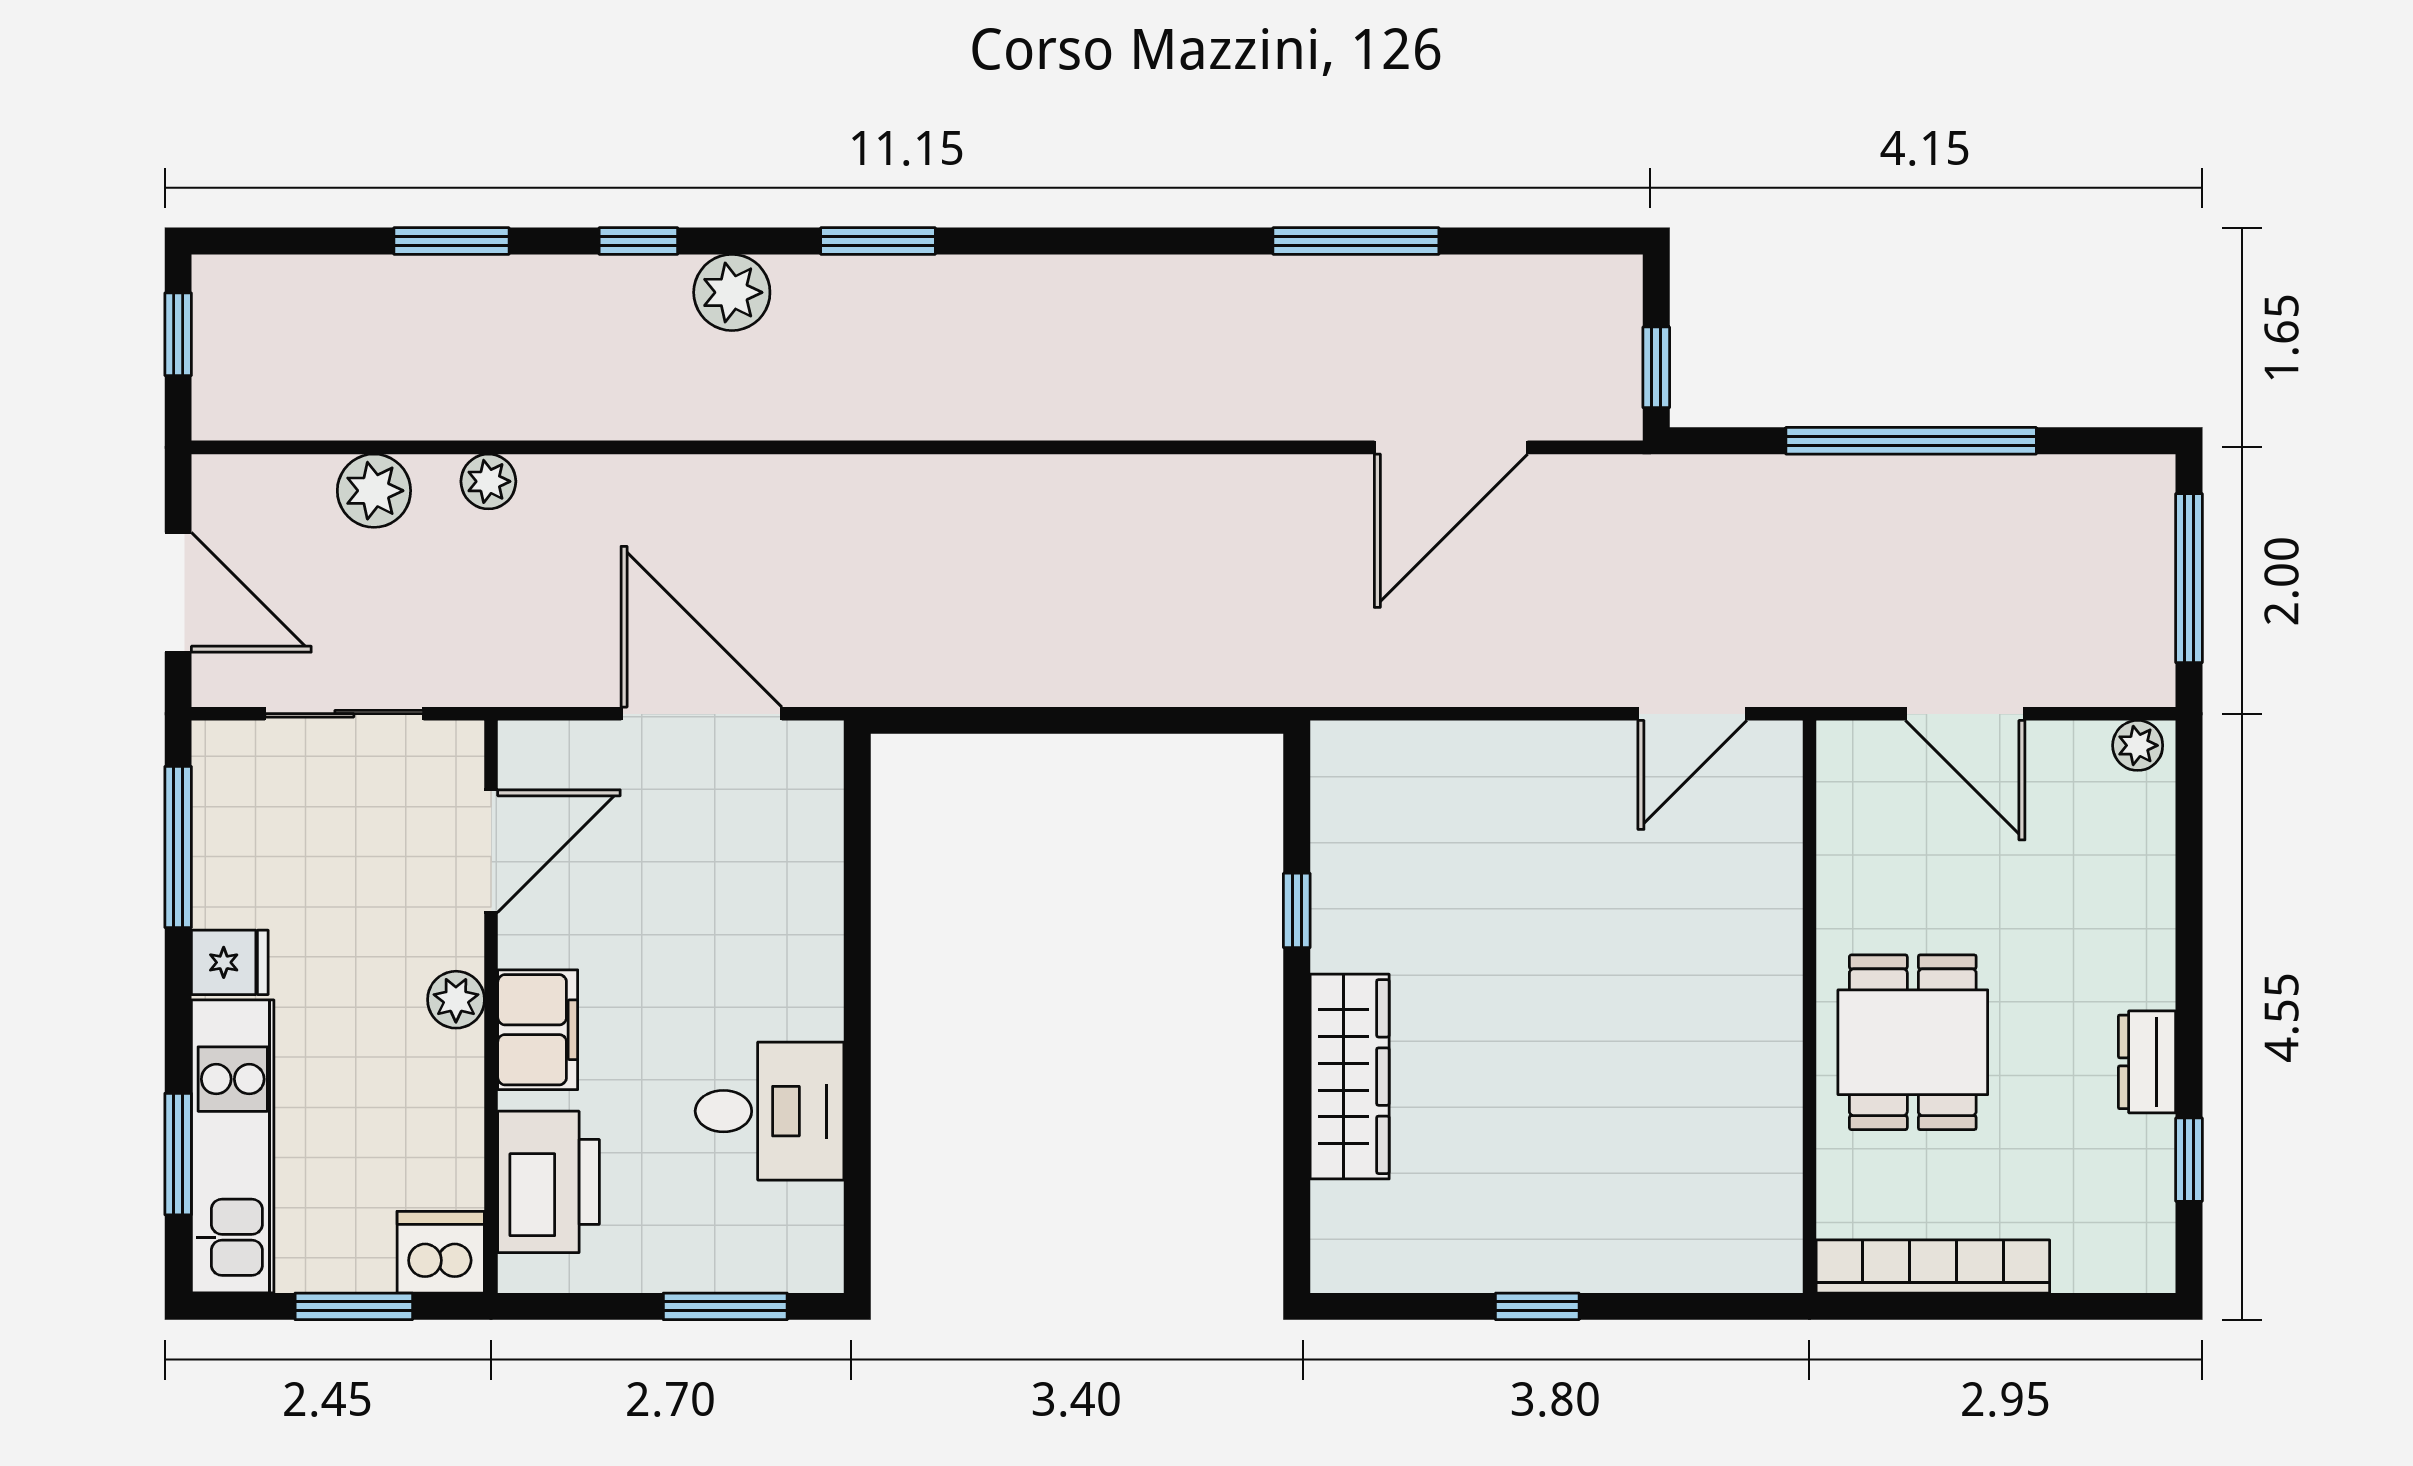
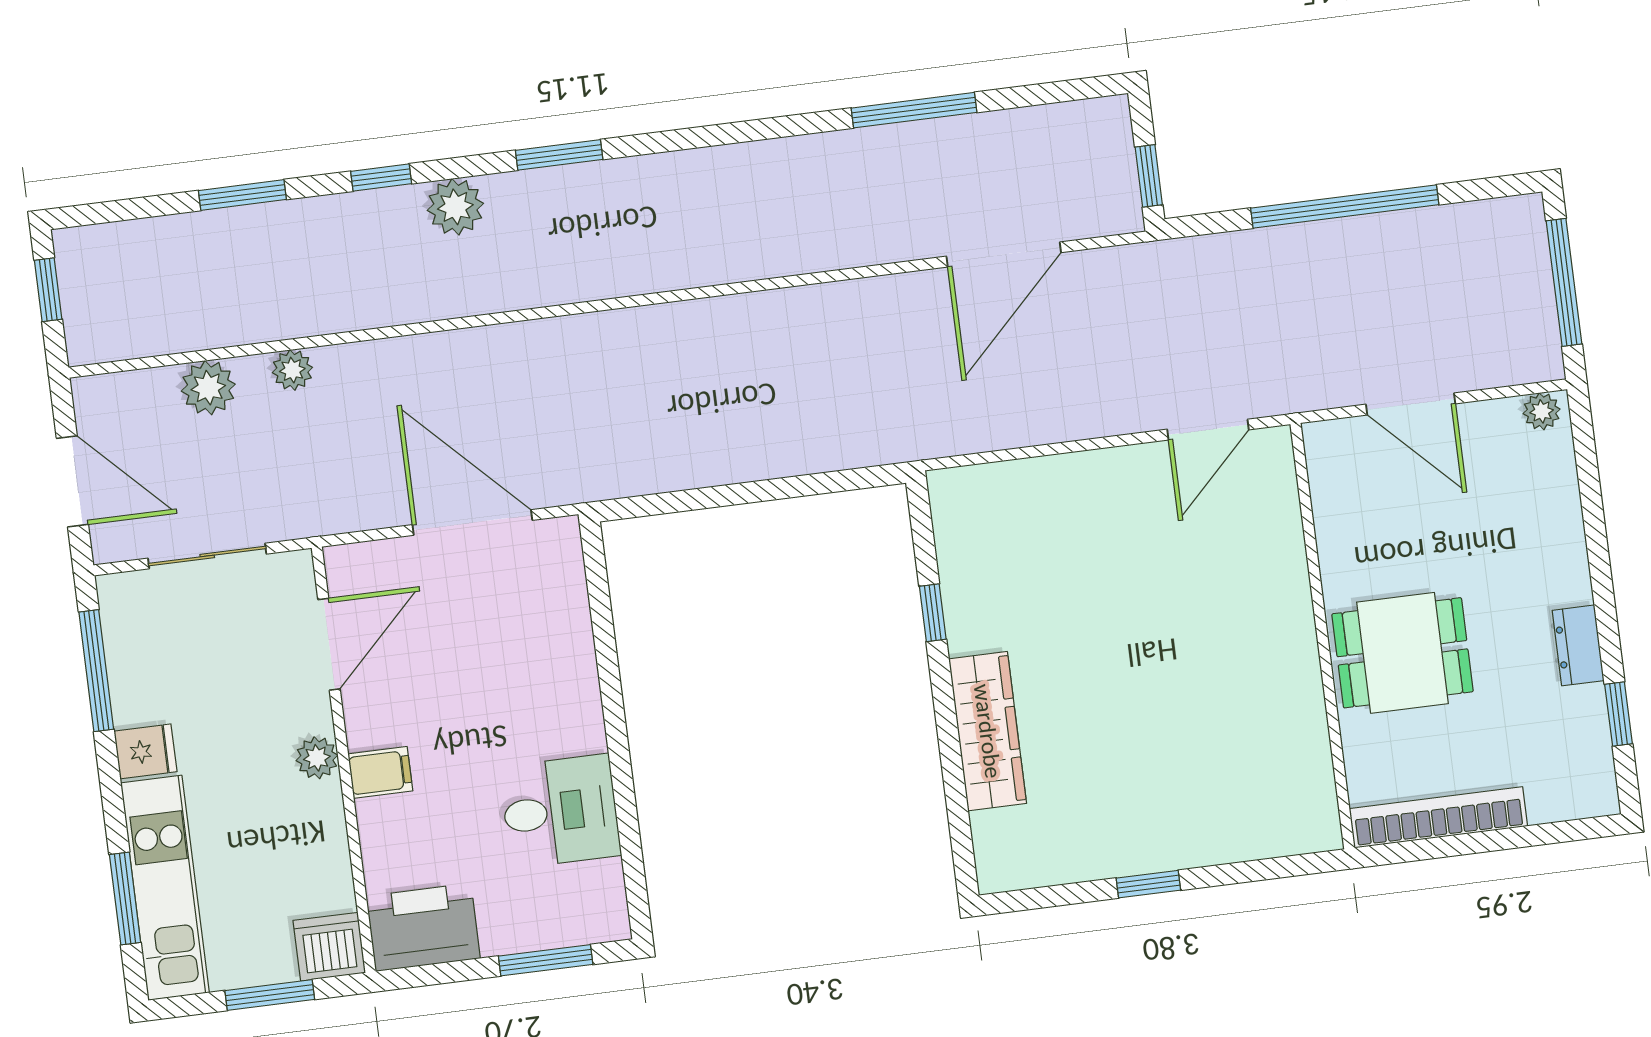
filing cabinet: (538, 1030) -> (380, 772), width x0.50
dining table: (1913, 1042) -> (1402, 653), turned 90
printer: (549, 1182) -> (423, 927), moved, turned -90

